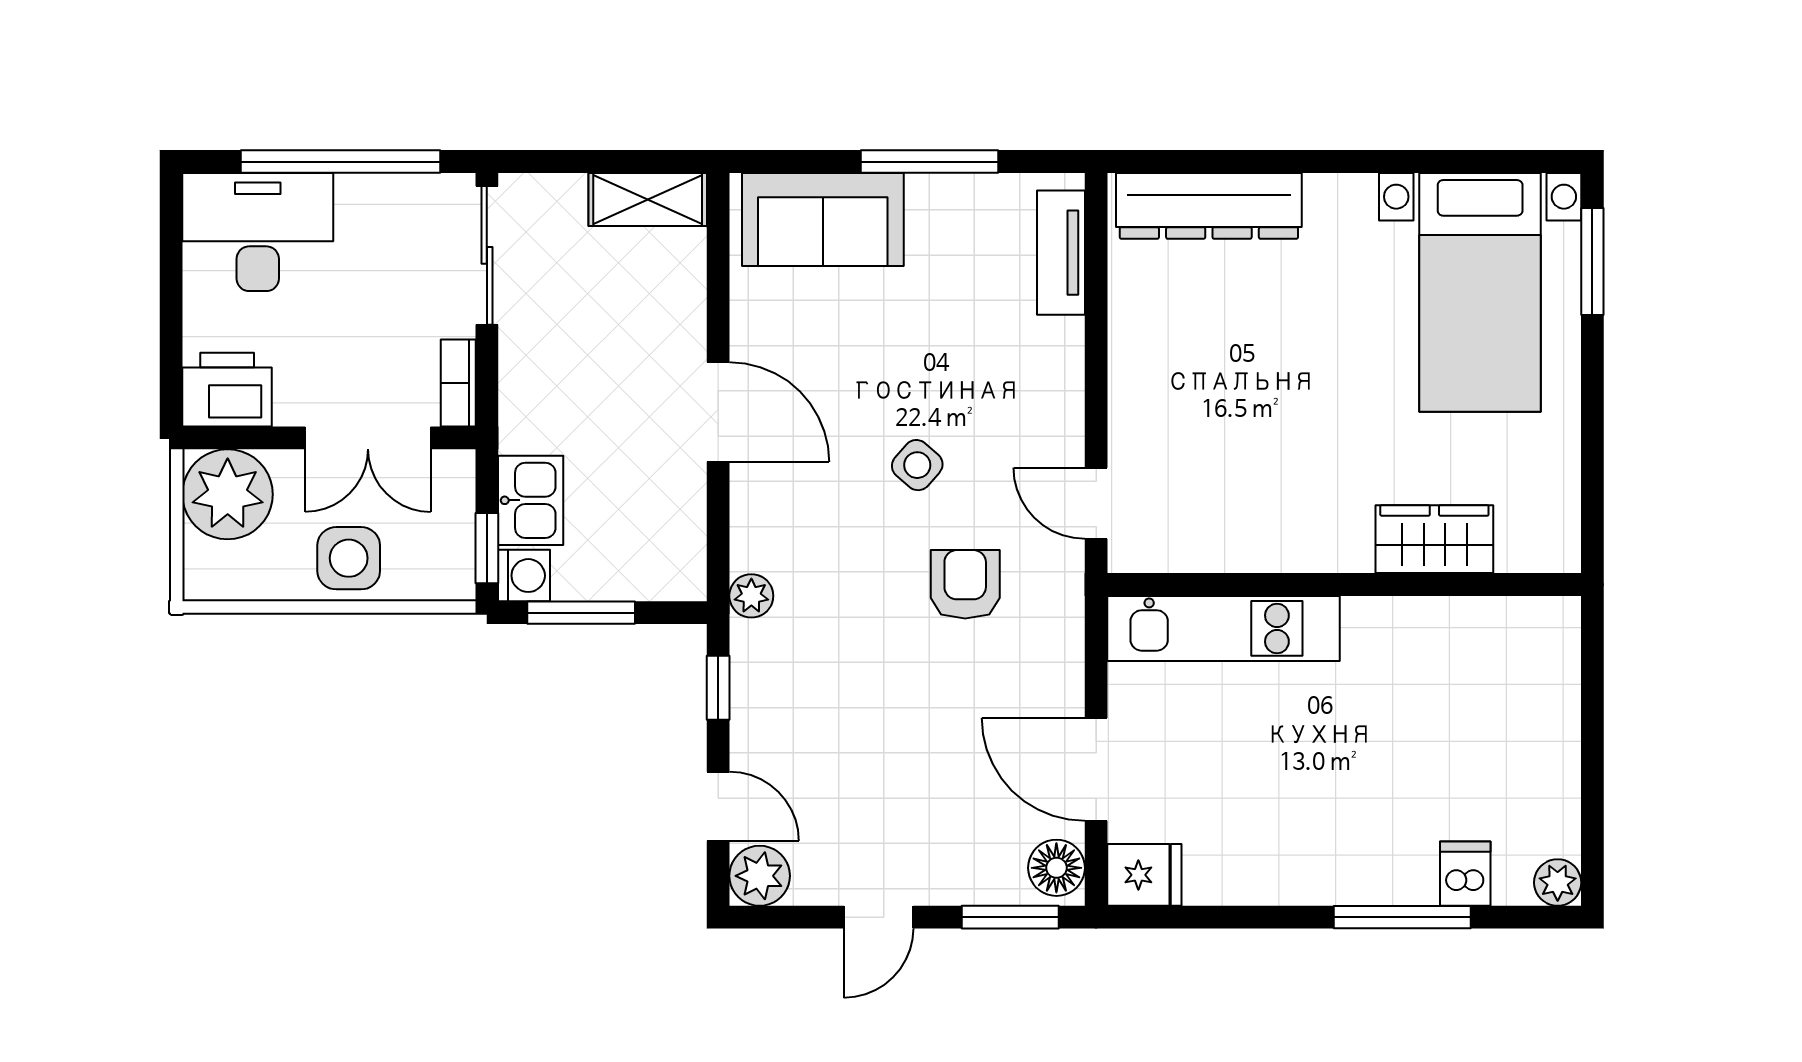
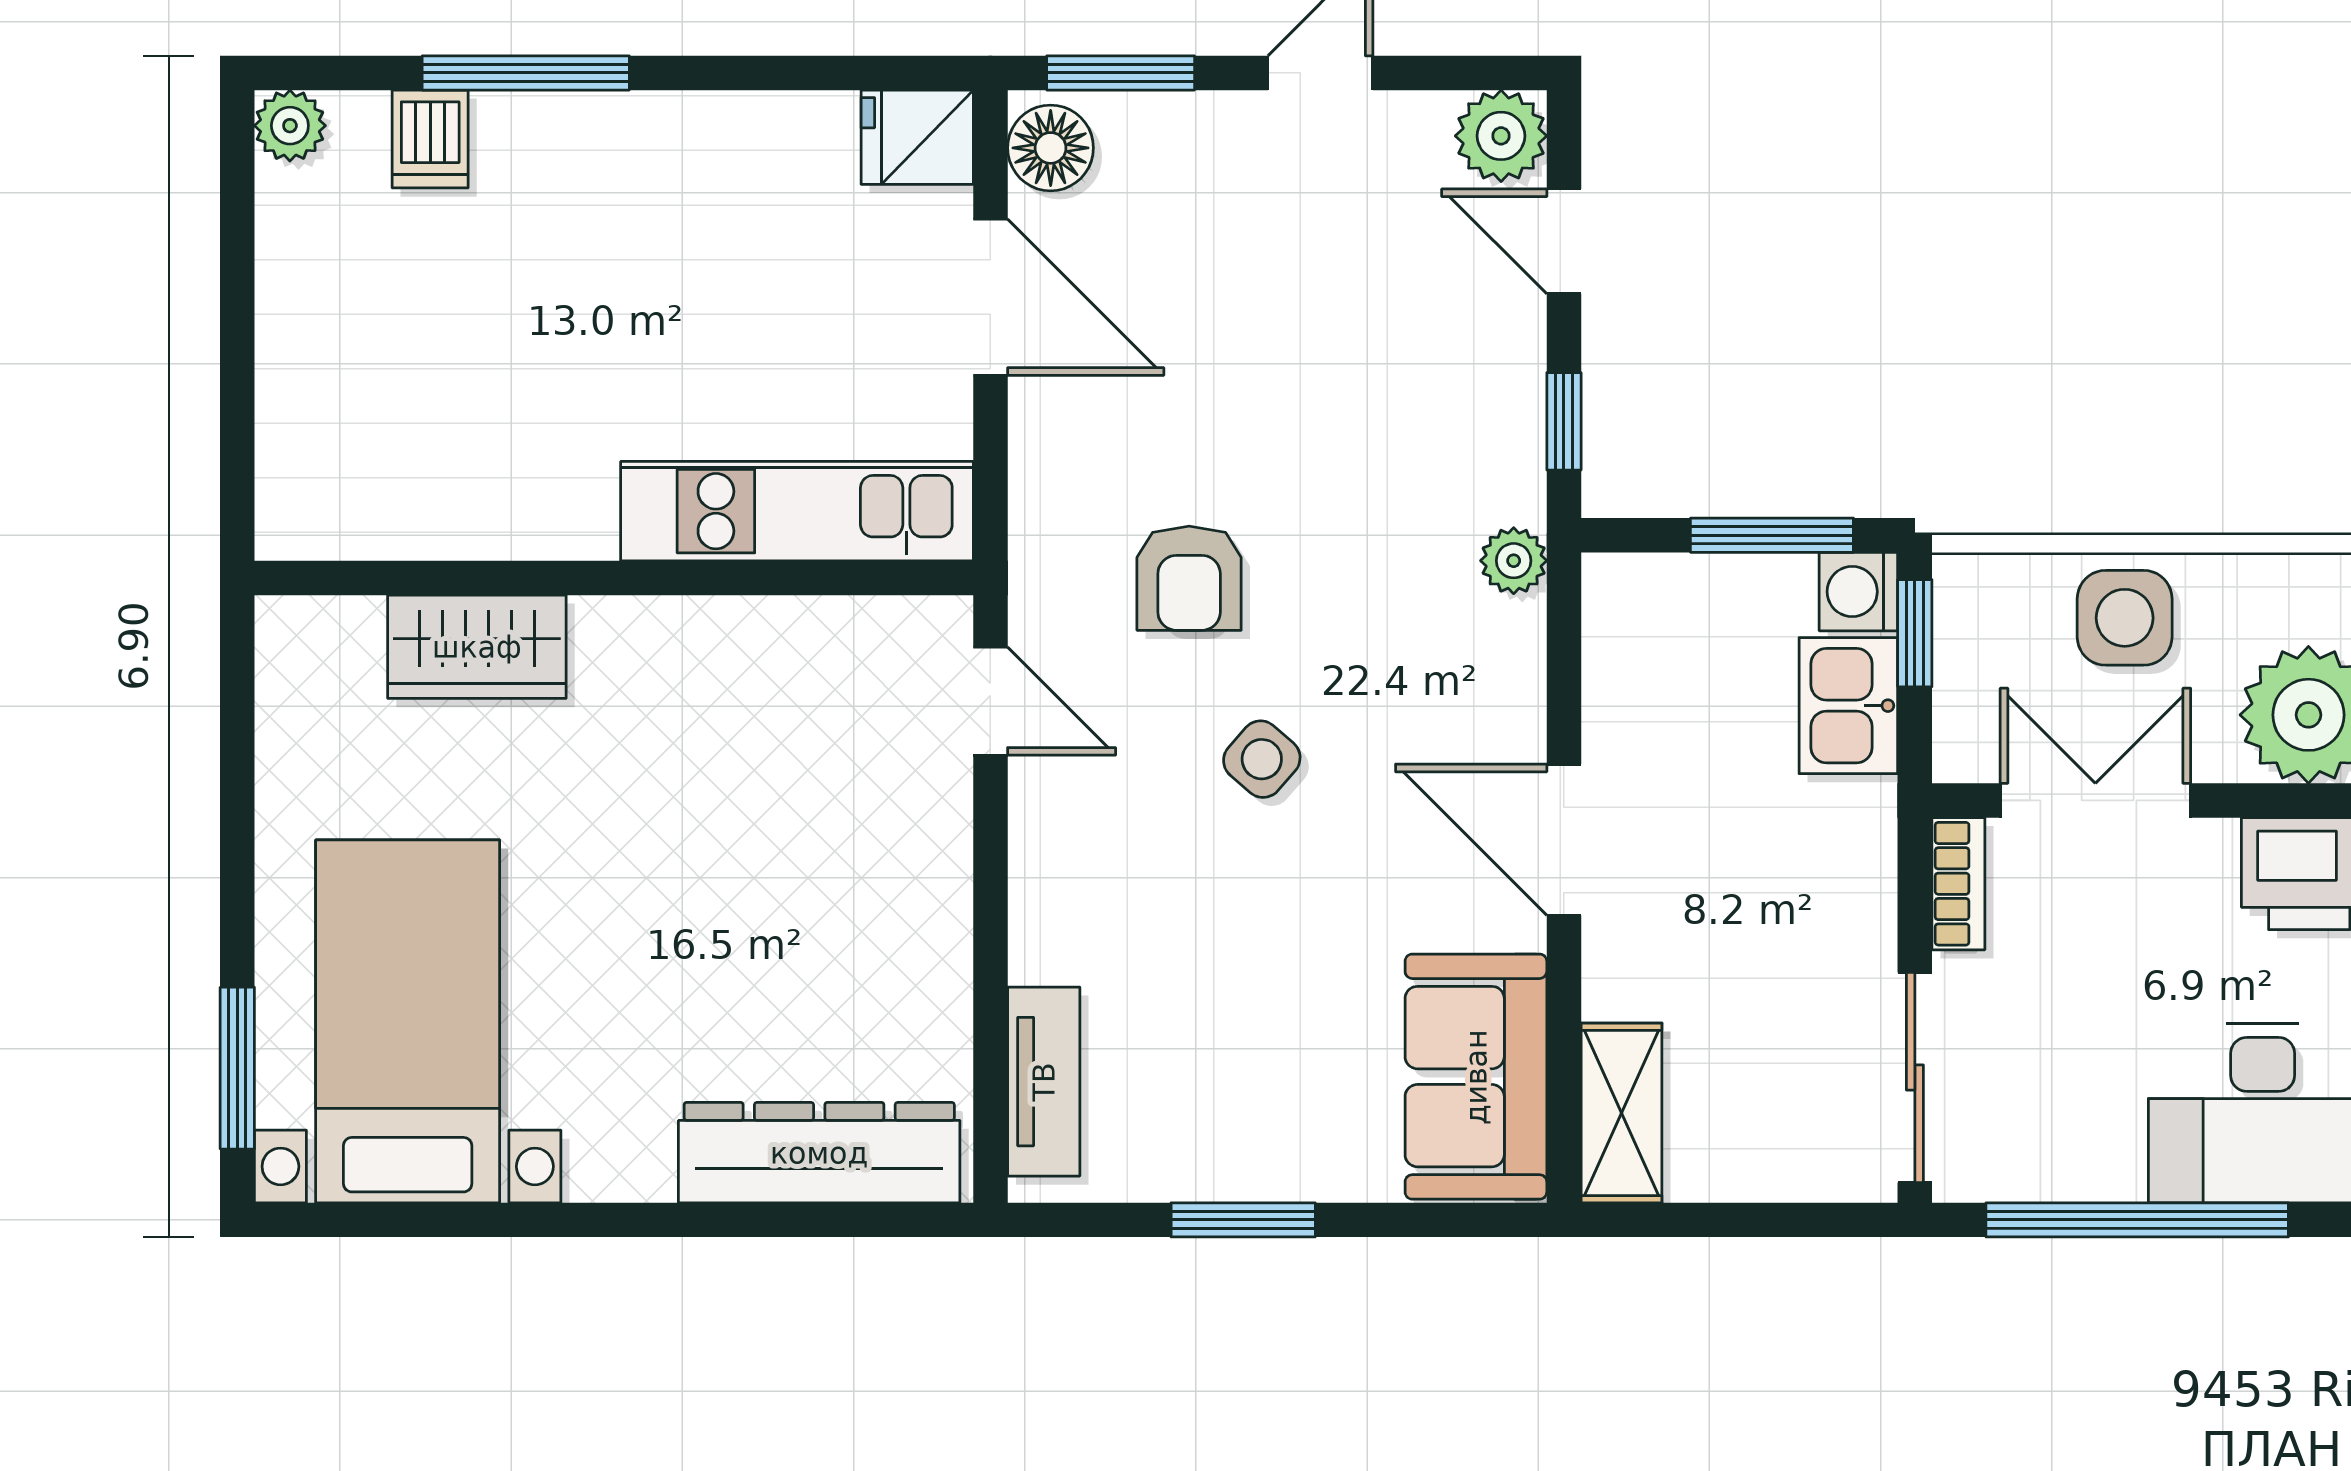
window: (929, 162) -> (1243, 1220), width x0.69
shelving: (648, 199) -> (1621, 1113), moved, turned 90
sofa: (823, 219) -> (1476, 1077), moved, turned -90

